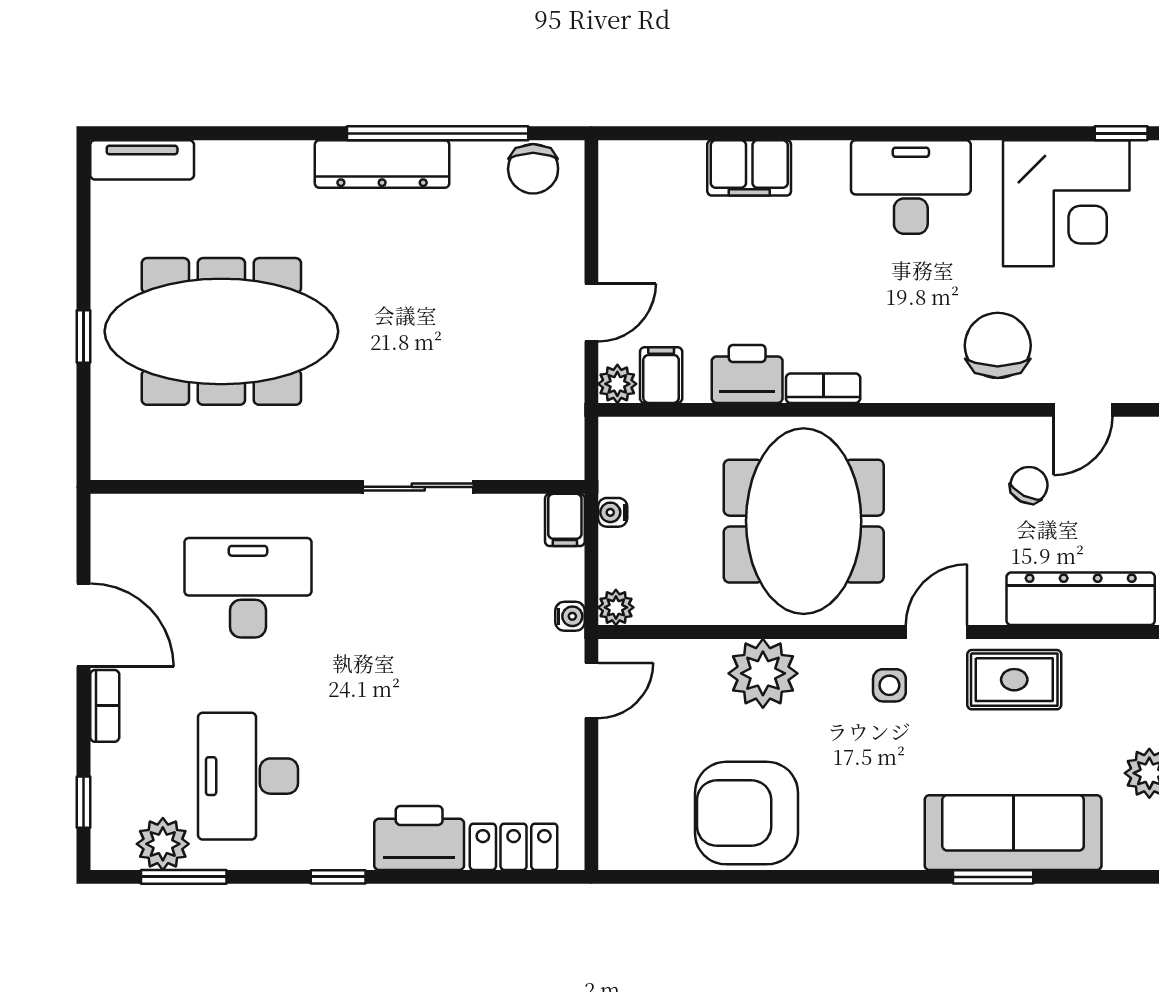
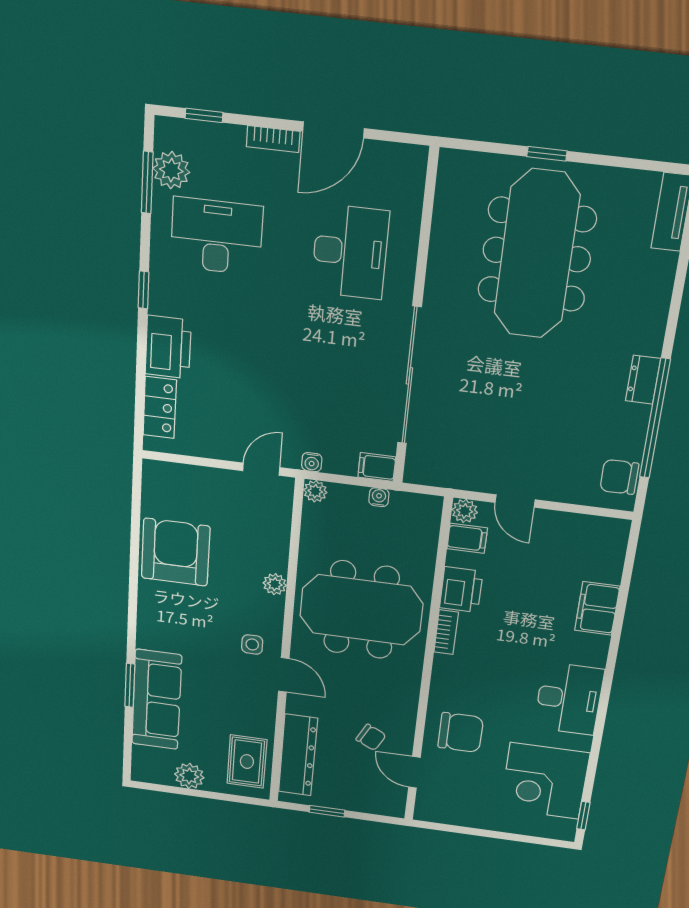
dresser: (382, 164) -> (643, 380), width x0.51, depth x0.80
sliding door: (418, 487) -> (409, 376), width x1.86
plant: (763, 673) -> (275, 584), width x0.53, depth x0.53
rug: (1014, 680) -> (247, 762), moved
door: (591, 691) -> (261, 469), swing flipped

